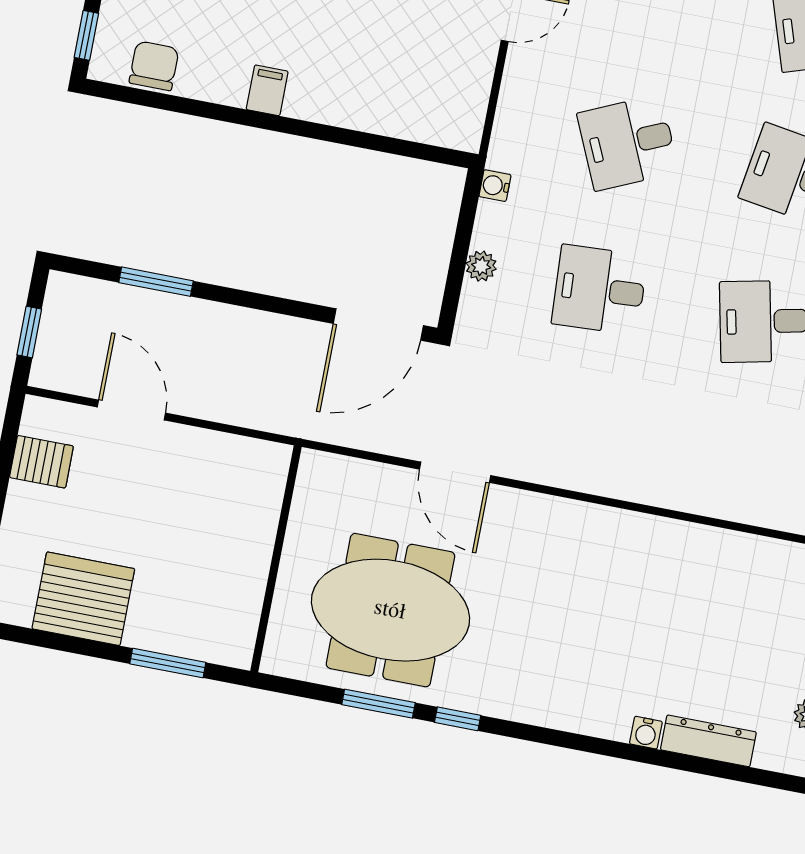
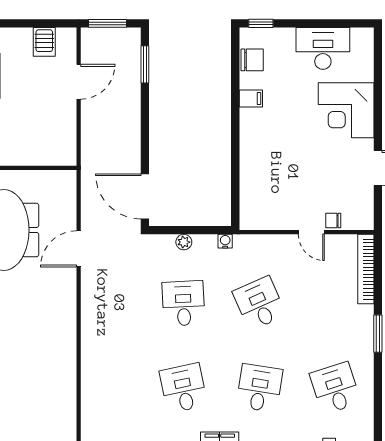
filing cabinet: (267, 90) -> (251, 98), moved
window: (156, 282) -> (145, 64), moved
window: (29, 332) -> (108, 23), width x1.50

